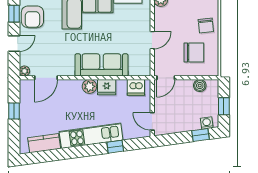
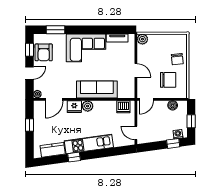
door: (152, 40) -> (136, 70), hinge flipped
fridge: (107, 87) -> (74, 107), moved
window: (115, 147) -> (74, 157), moved

